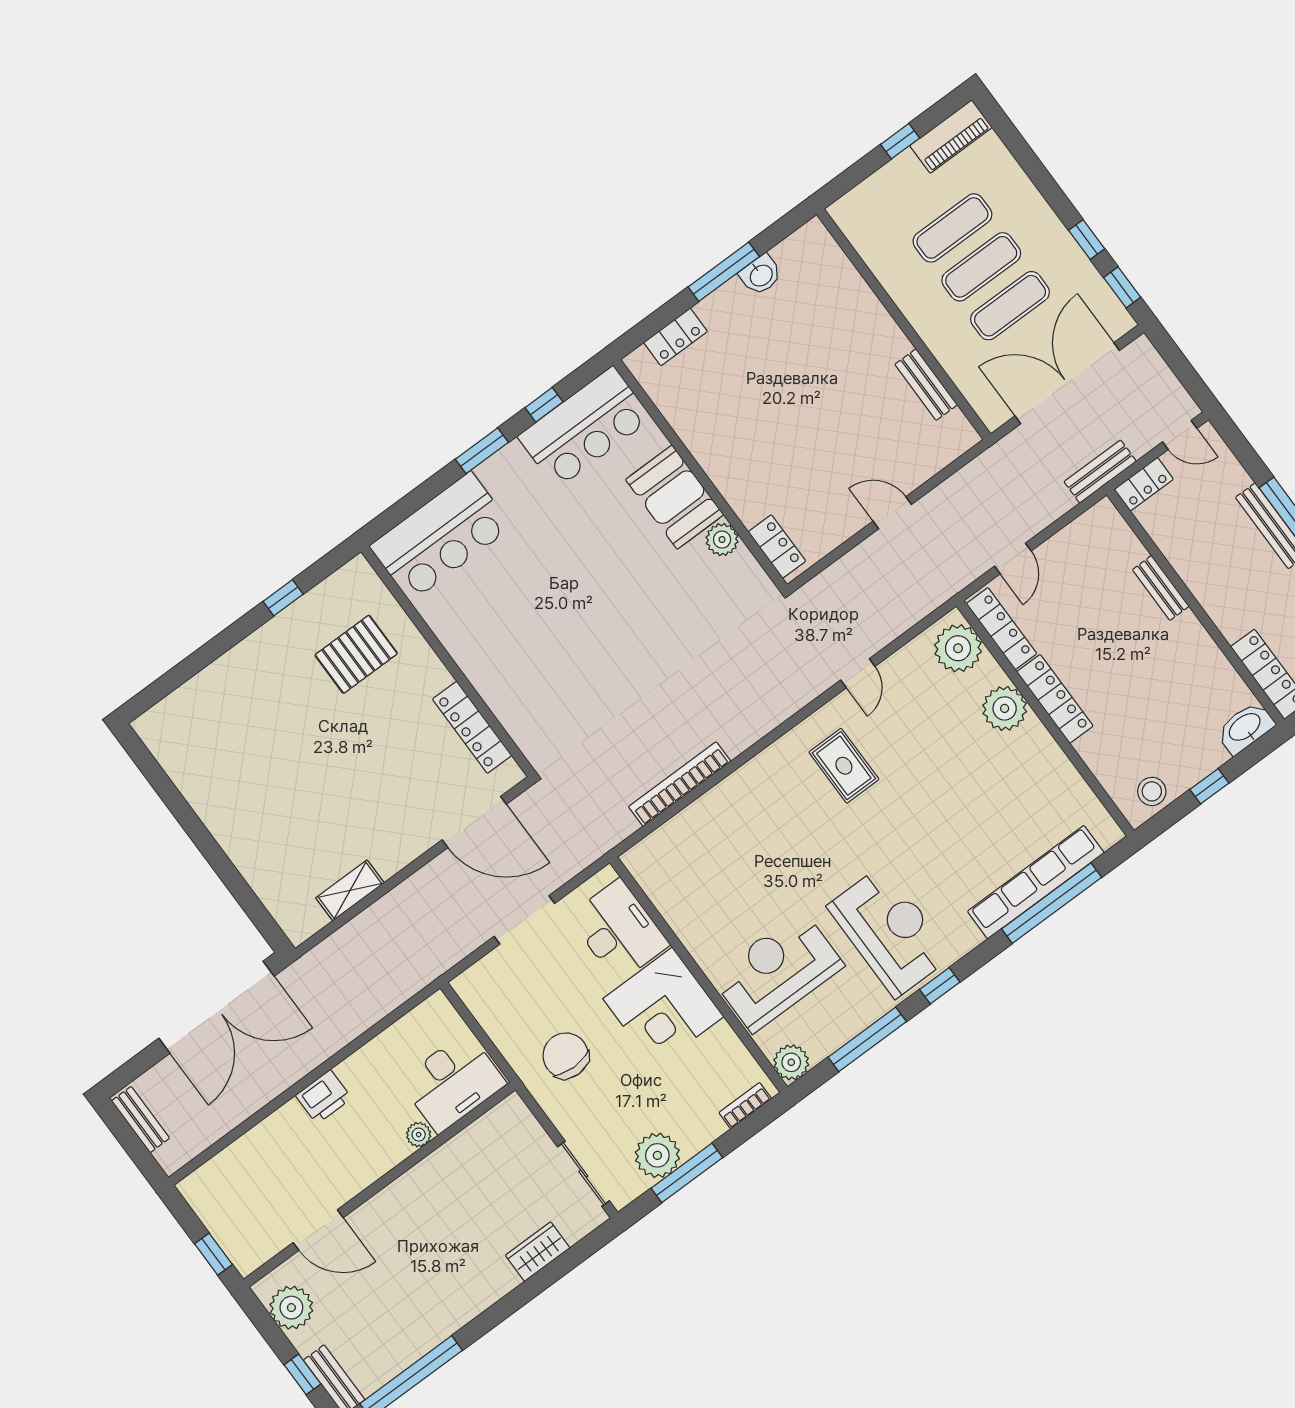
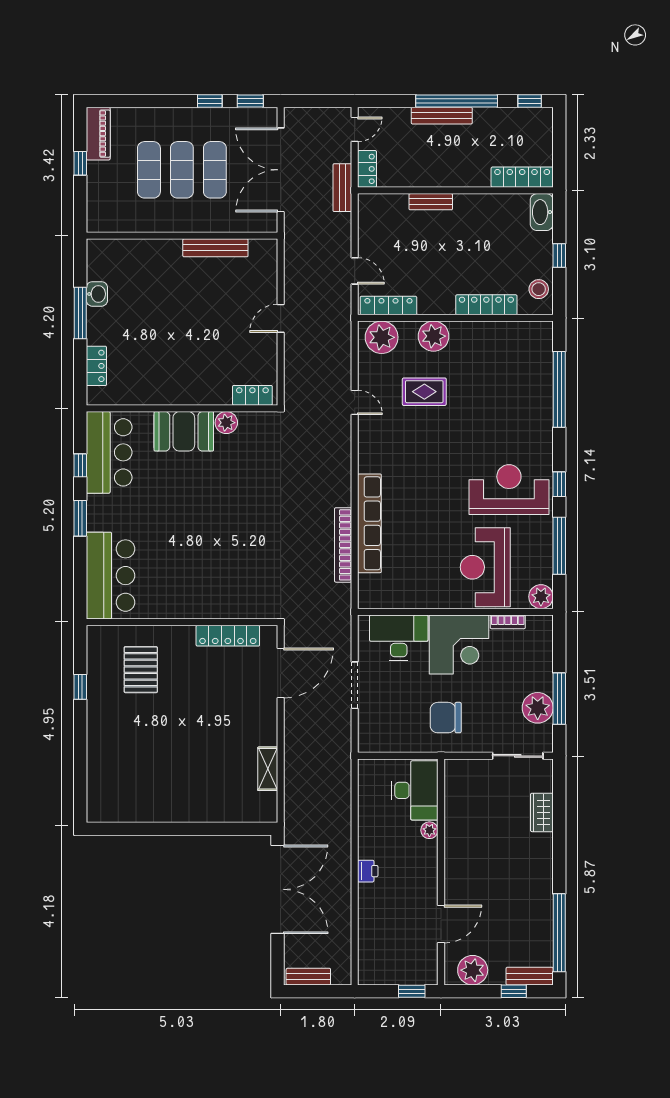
bench: (926, 385) -> (215, 248), width x1.36
locker: (1055, 699) -> (486, 305), moved
rug: (844, 766) -> (424, 392), moved
row of seats: (1036, 882) -> (369, 523), moved, turned 180
printer: (324, 1097) -> (368, 871), width x0.73, depth x0.81
bookcase: (745, 1106) -> (508, 622), moved, turned -90

